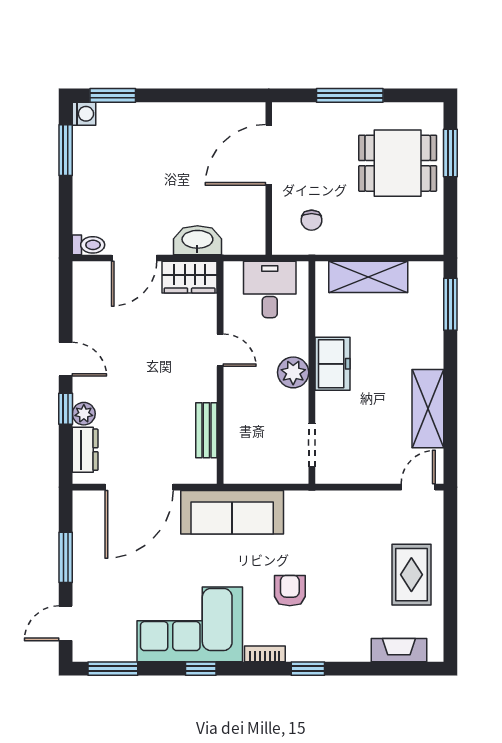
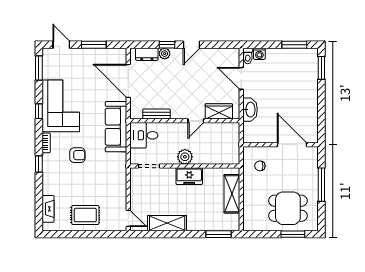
washing machine: (84, 114) -> (259, 54), moved
dining table: (398, 163) -> (288, 208), turned 90
wardrobe: (190, 277) -> (219, 111), moved, turned 90
desk: (270, 290) -> (144, 135), moved, turned 180

